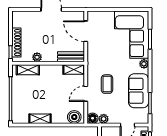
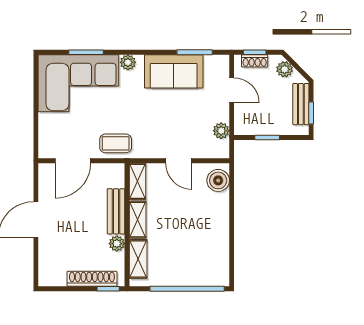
bench: (71, 57) -> (116, 211), moved
coffee table: (107, 84) -> (116, 143), moved
floor lamp: (93, 118) -> (220, 149), removed
shelving: (40, 119) -> (138, 220), moved

